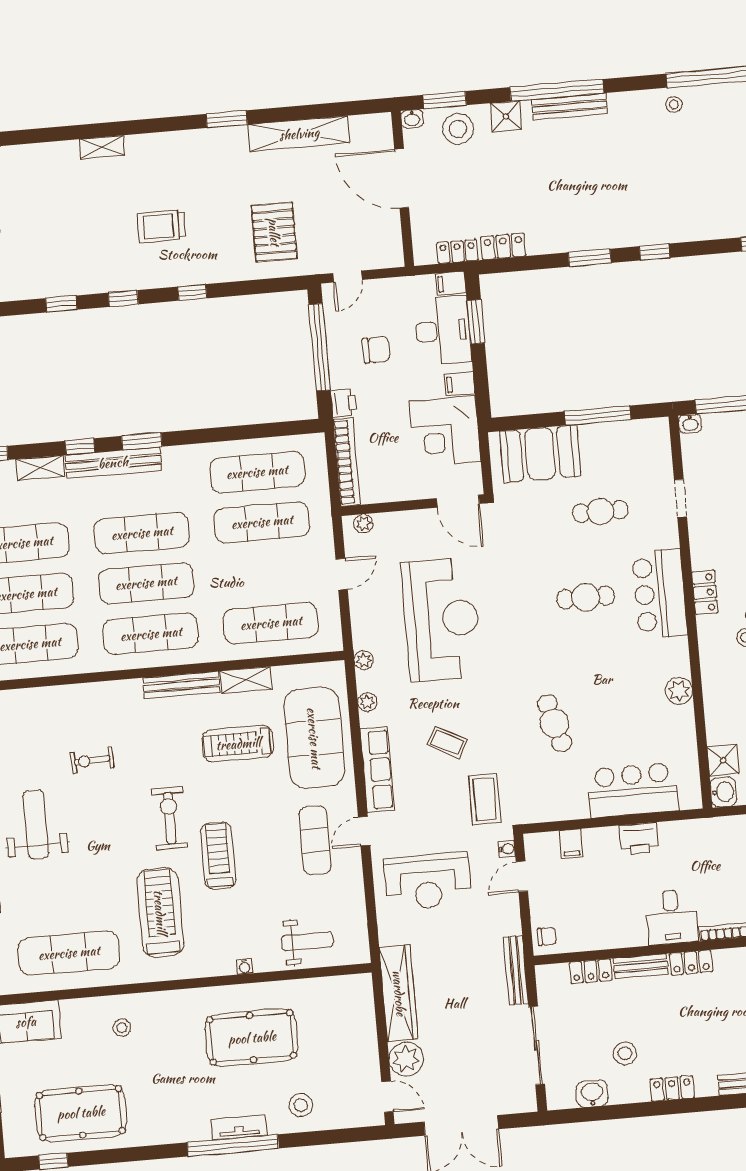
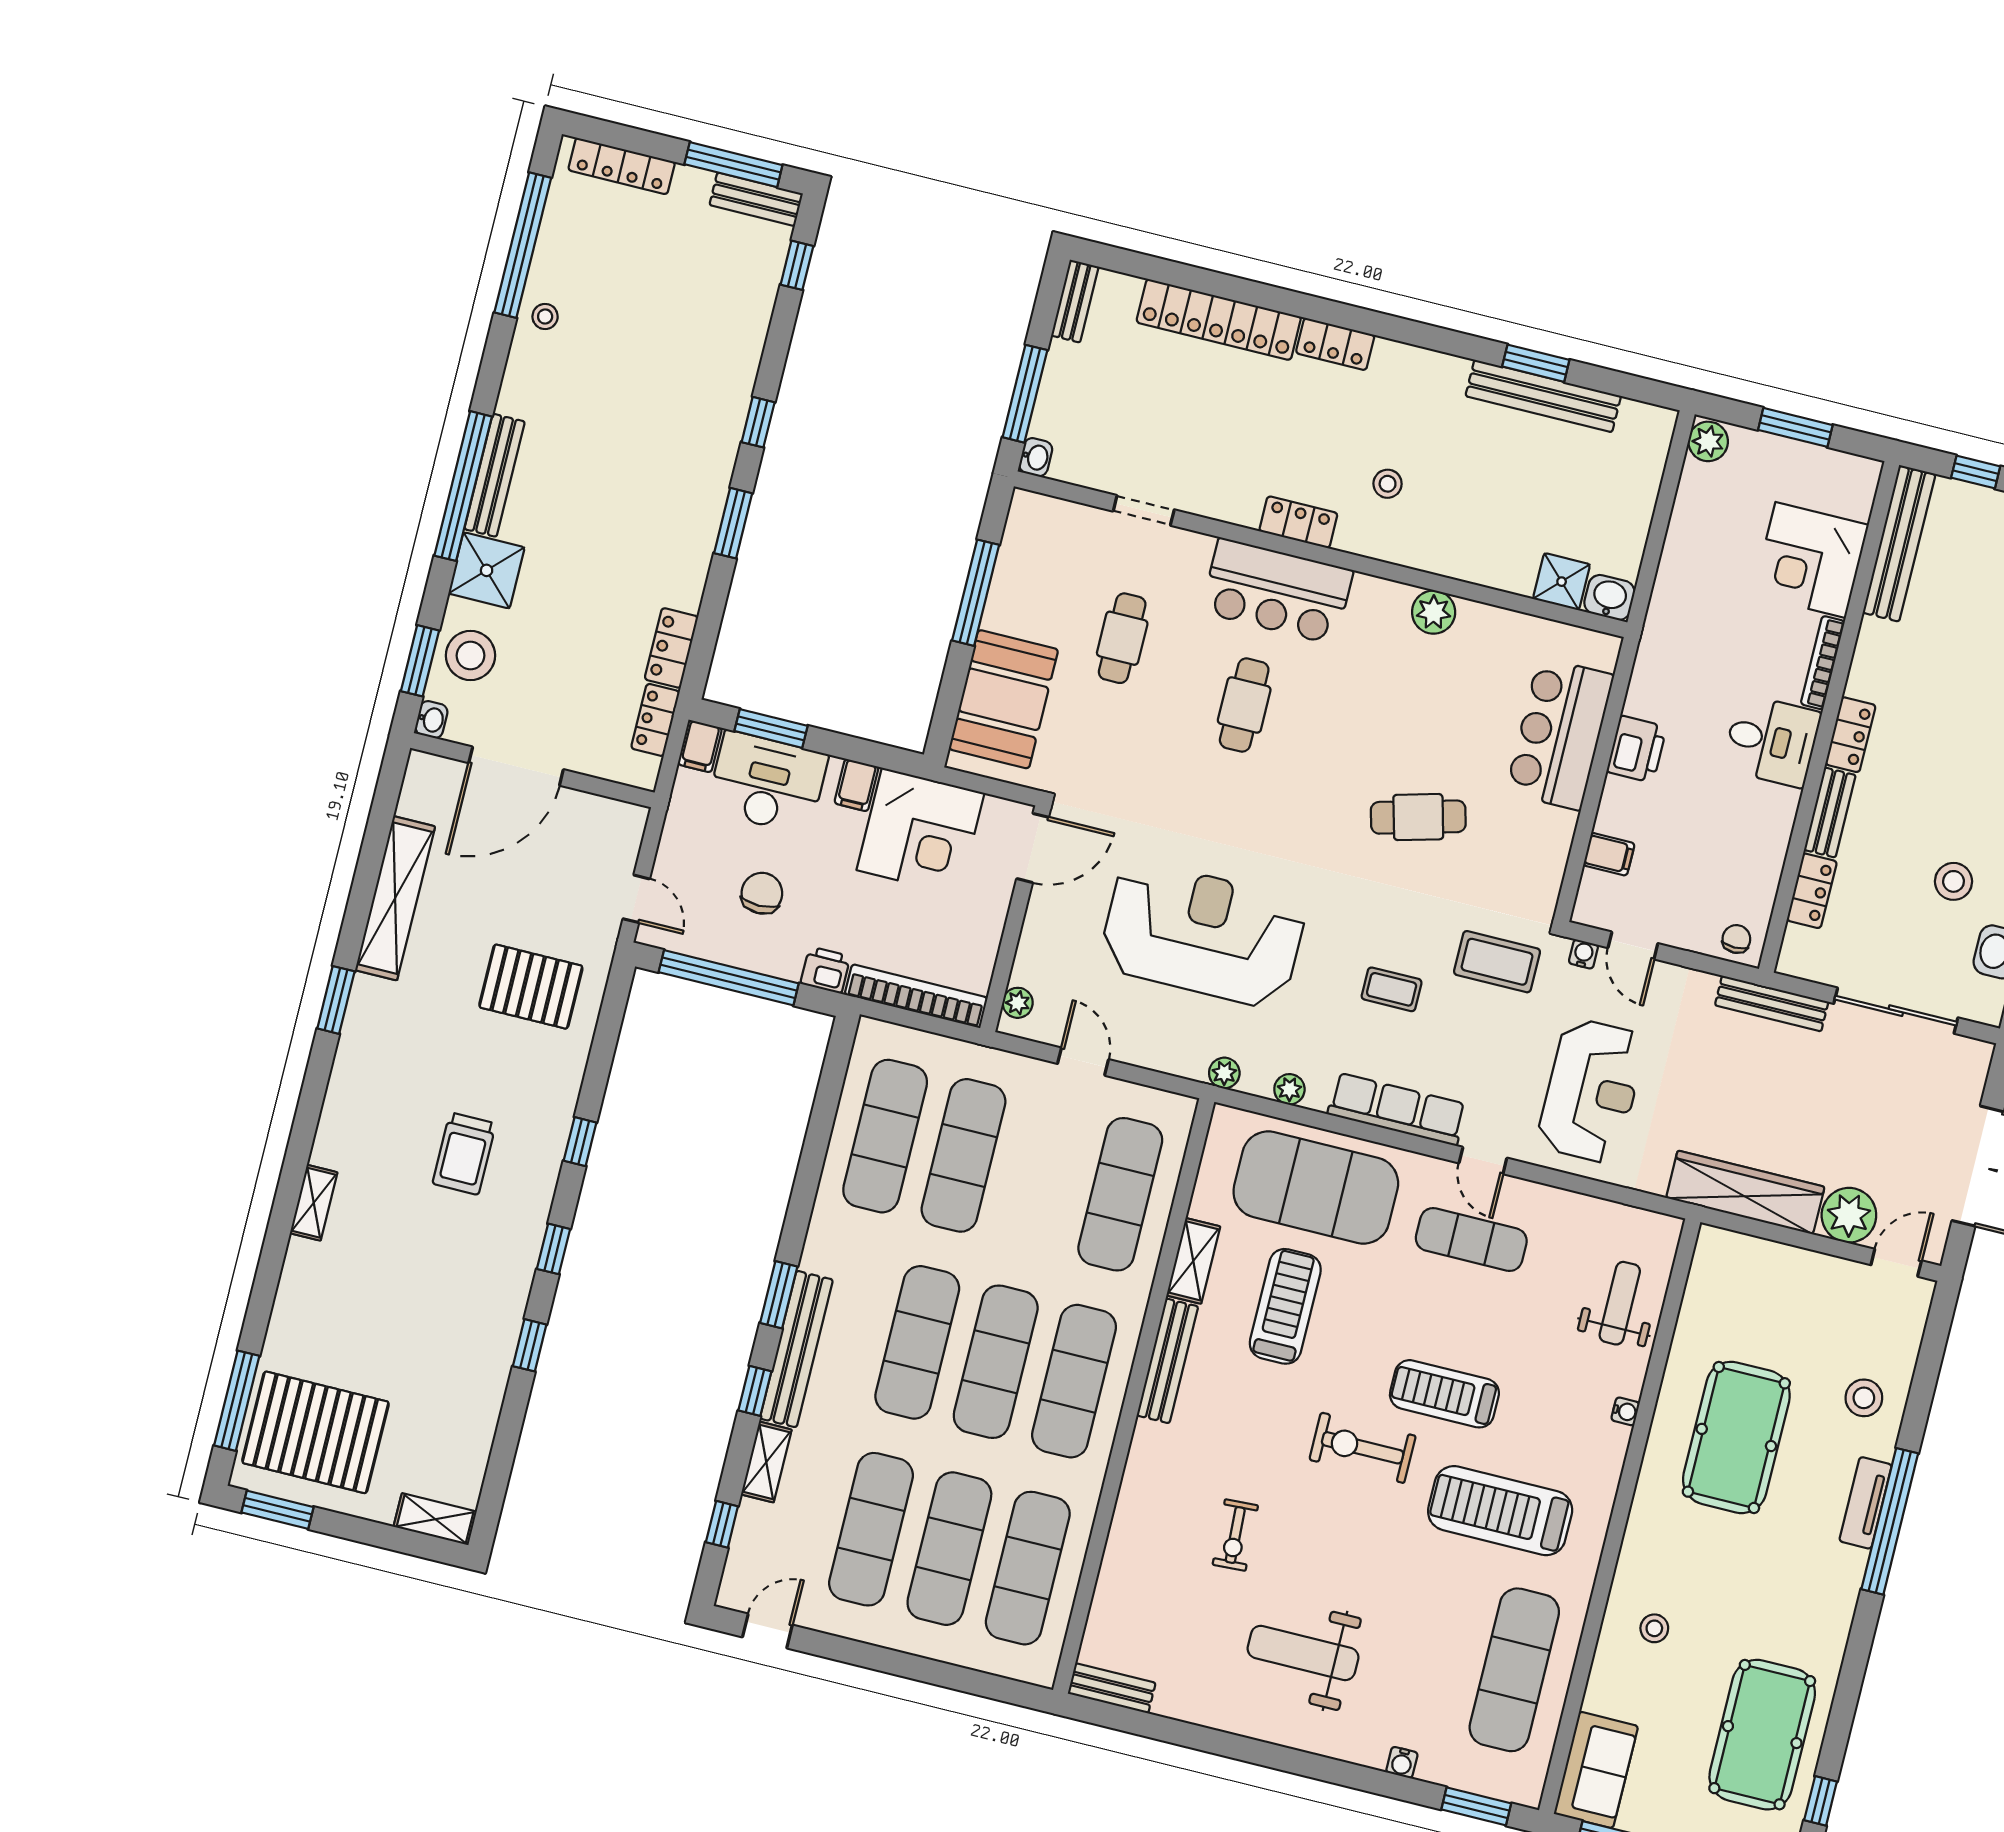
shower: (506, 116) -> (487, 570), width x1.36, depth x1.36
coffee table: (447, 742) -> (1392, 989), turned 62
treadmill: (238, 744) -> (1285, 1306), turned 180

